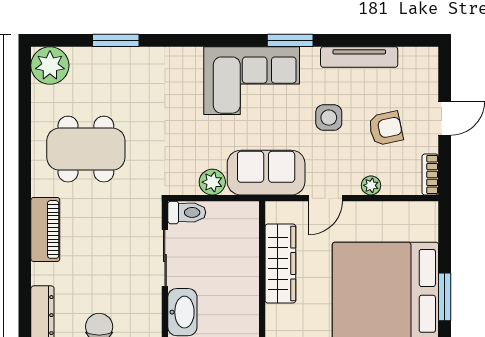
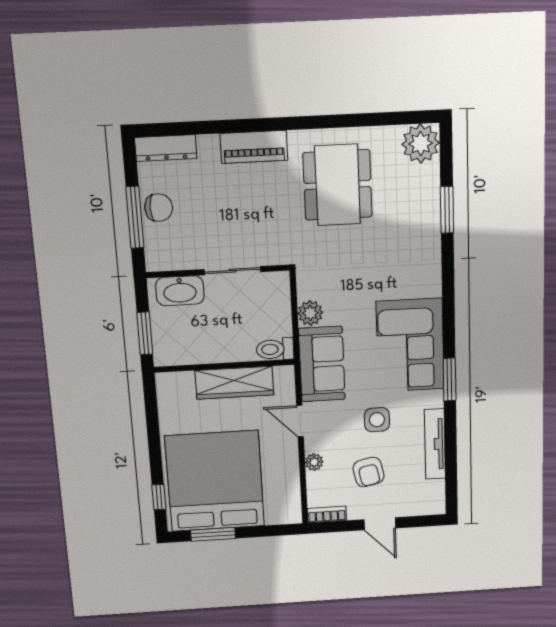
toilet: (187, 212) -> (275, 349), moved, turned 90

